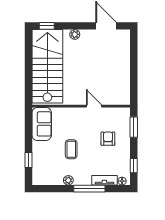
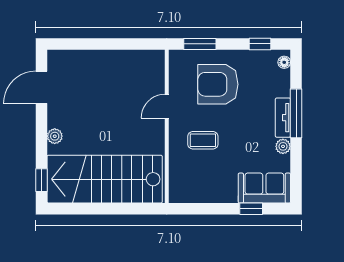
sofa: (42, 124) -> (264, 188), moved
armchair: (108, 139) -> (218, 84), width x1.88, depth x1.88
coffee table: (71, 149) -> (203, 140), moved
tv unit: (104, 180) -> (283, 118), moved

